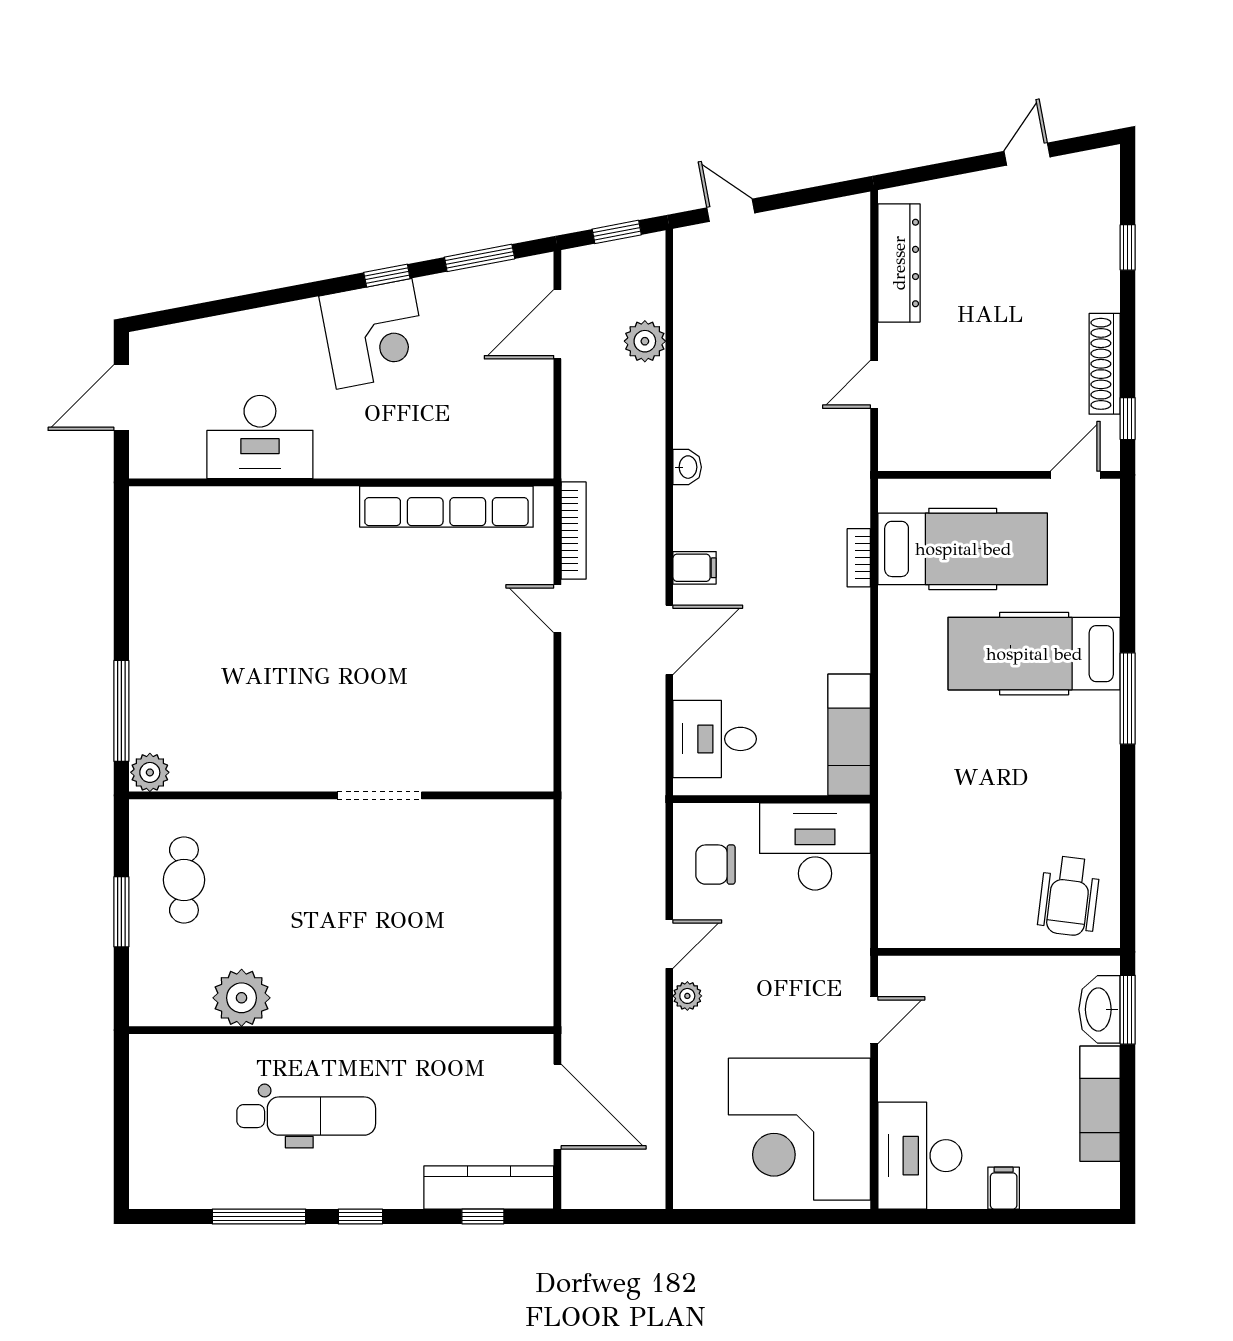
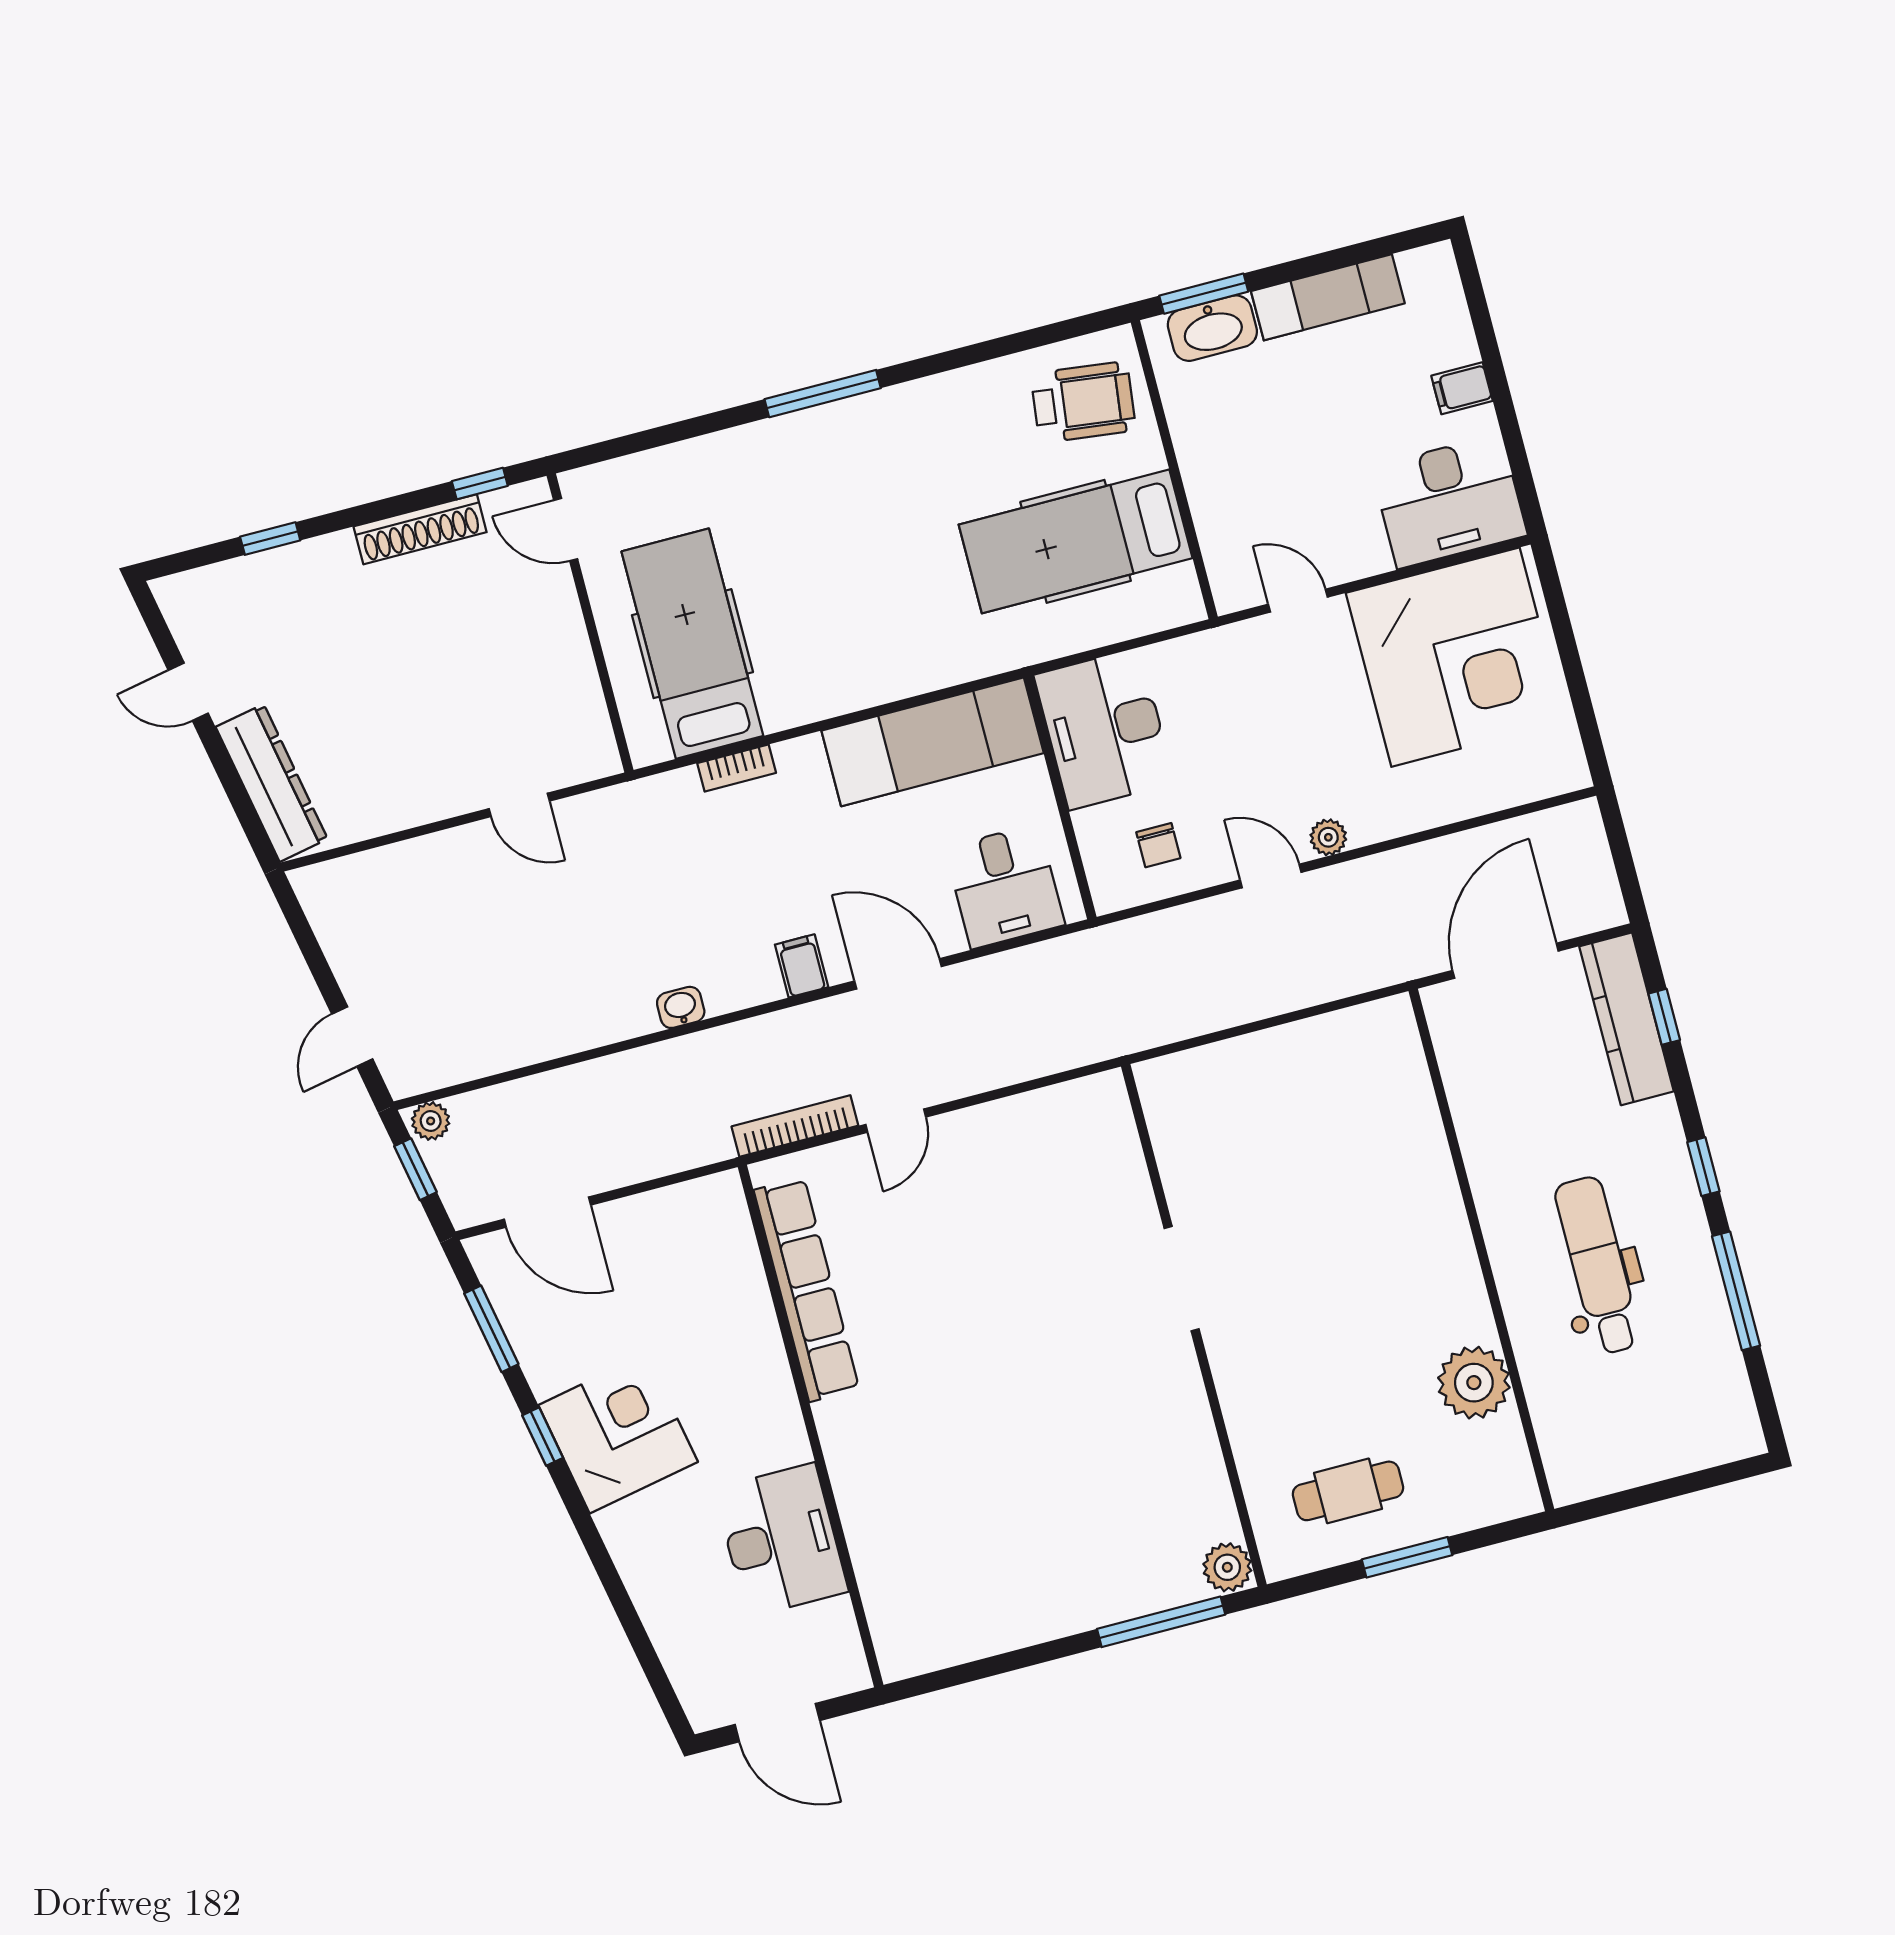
dresser: (899, 263) -> (272, 783), moved, turned 79
plant: (645, 341) -> (431, 1121), moved, width x0.73, depth x0.73
hospital bed: (1034, 654) -> (1076, 541), moved, turned 90
exam couch: (849, 735) -> (933, 742), width x1.36, depth x1.45
chair: (715, 865) -> (1158, 845), width x0.73, depth x0.73

